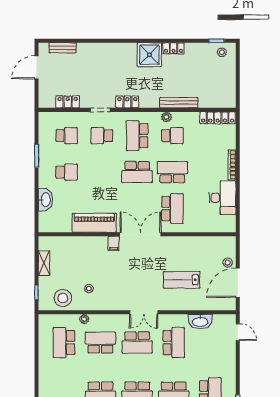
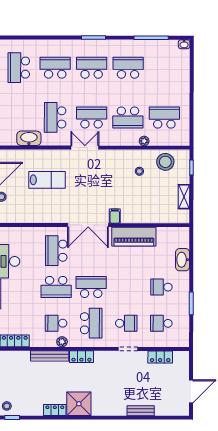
bench: (63, 48) -> (141, 411), moved
locker: (127, 102) -> (81, 357), moved
school desk: (64, 343) -> (164, 118), turned -90

